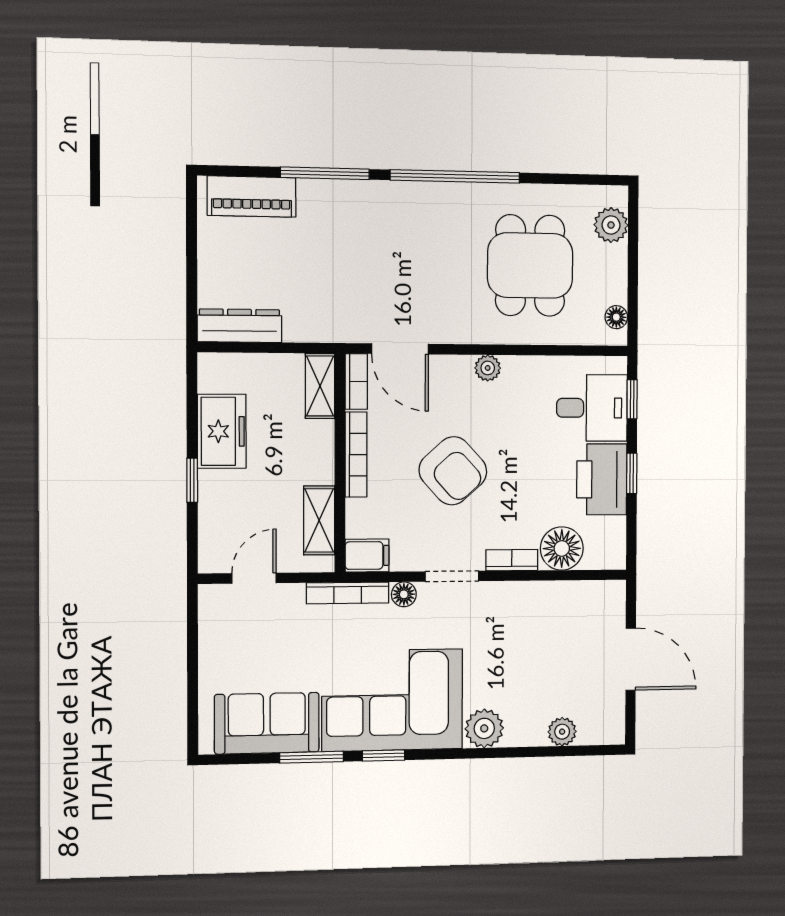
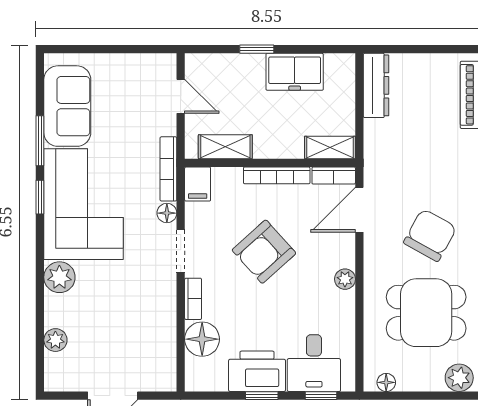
chair: (432, 259) -> (430, 235), added

